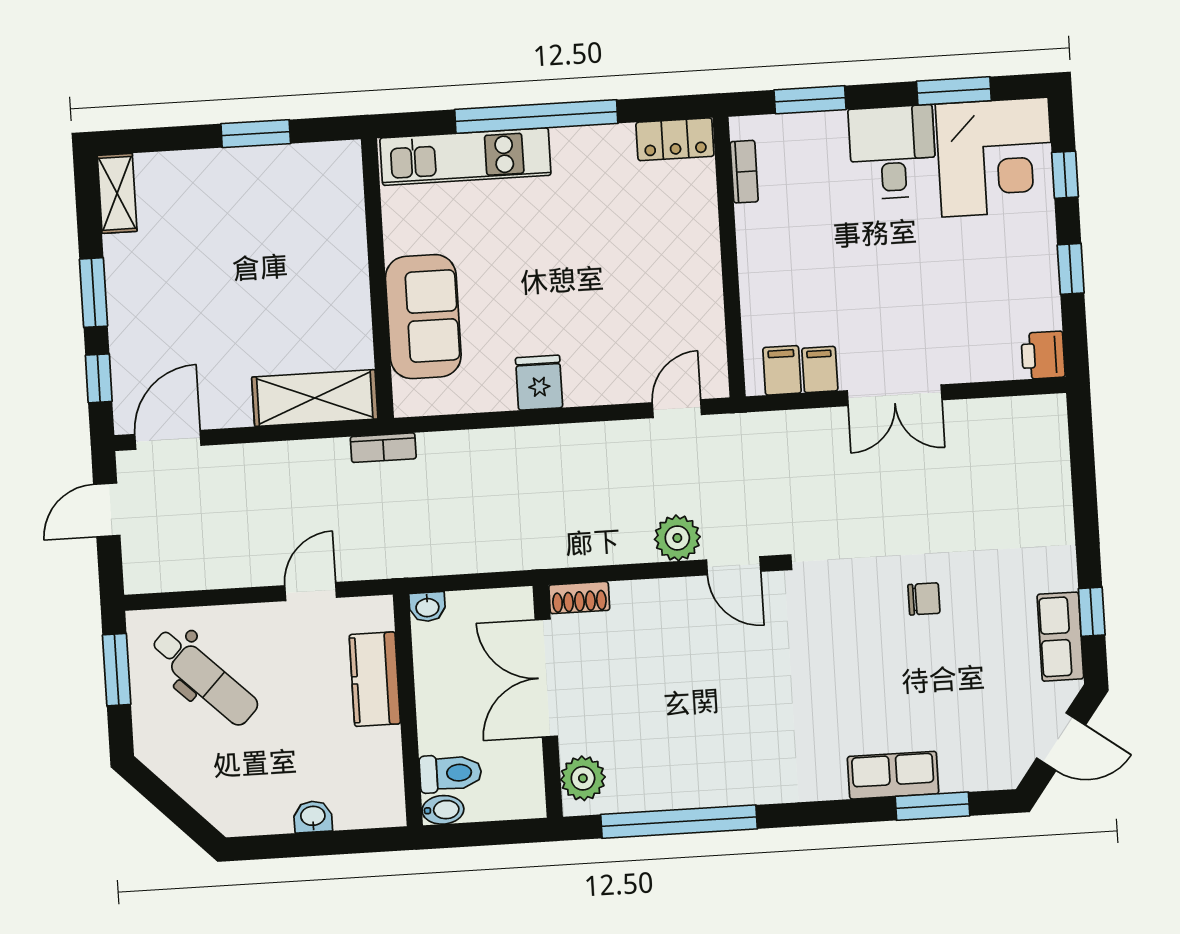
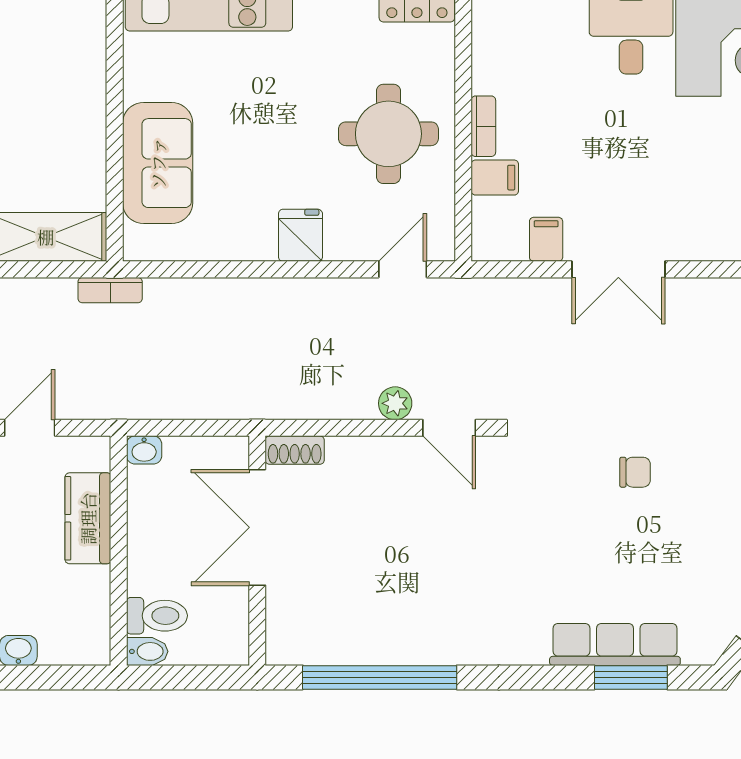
bookcase: (744, 172) -> (483, 126), moved
round table: (654, 273) -> (388, 134), added
filing cabinet: (782, 370) -> (495, 178), moved, turned 90
fridge: (539, 383) -> (300, 235), moved
plant: (677, 538) -> (395, 403), width x0.73, depth x0.73
row of seats: (893, 775) -> (615, 644), width x1.48
plant: (583, 778) -> (287, 629), removed

